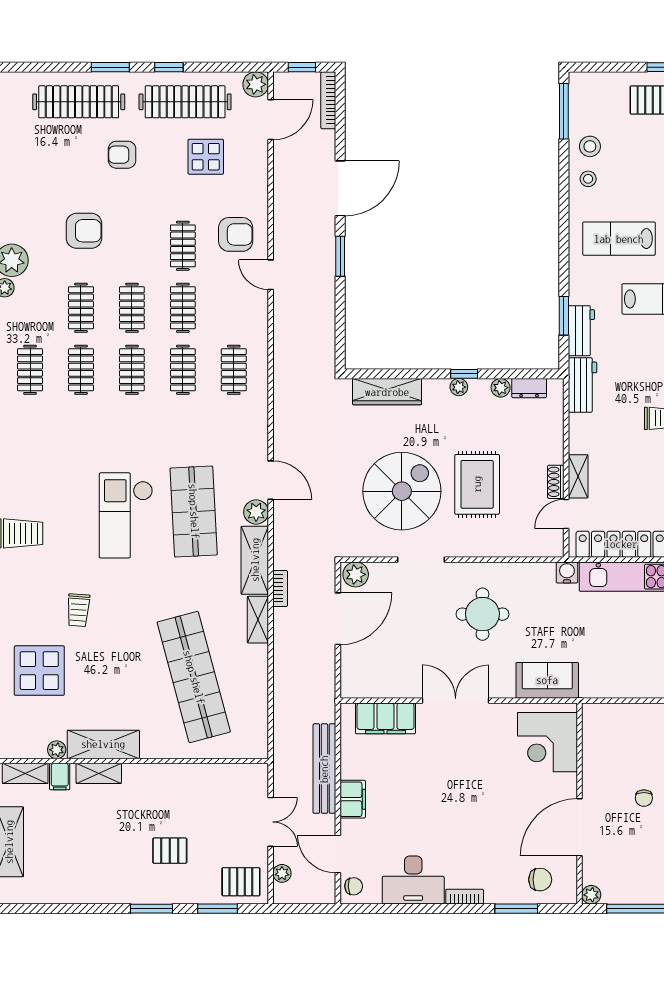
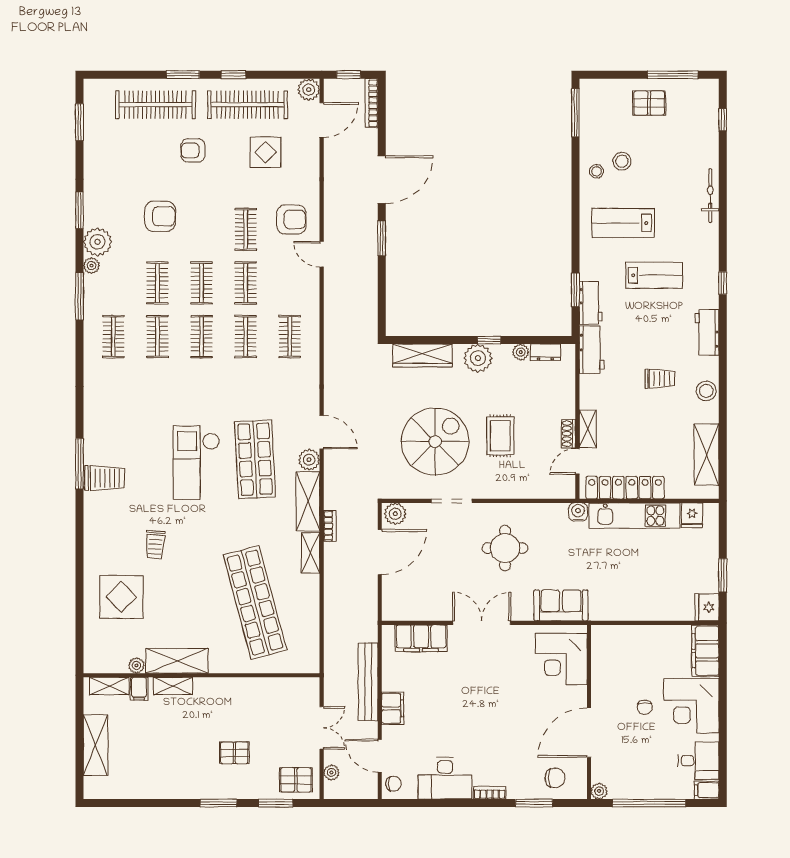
stool: (590, 146) -> (622, 161), moved
plant: (459, 387) -> (478, 358), width x1.87, depth x1.87
rug: (477, 484) -> (500, 436), width x0.73, depth x0.70

